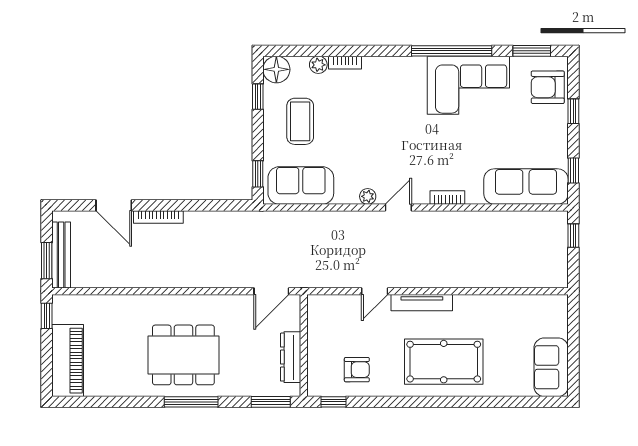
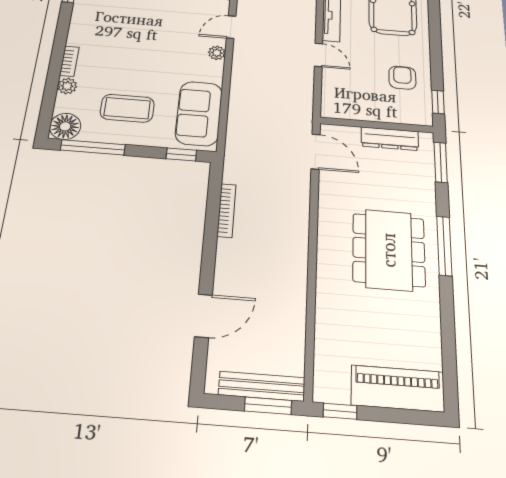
window: (258, 97) -> (93, 147), width x2.17
door: (398, 208) -> (231, 27), hinge flipped
bookcase: (158, 217) -> (226, 210), moved

